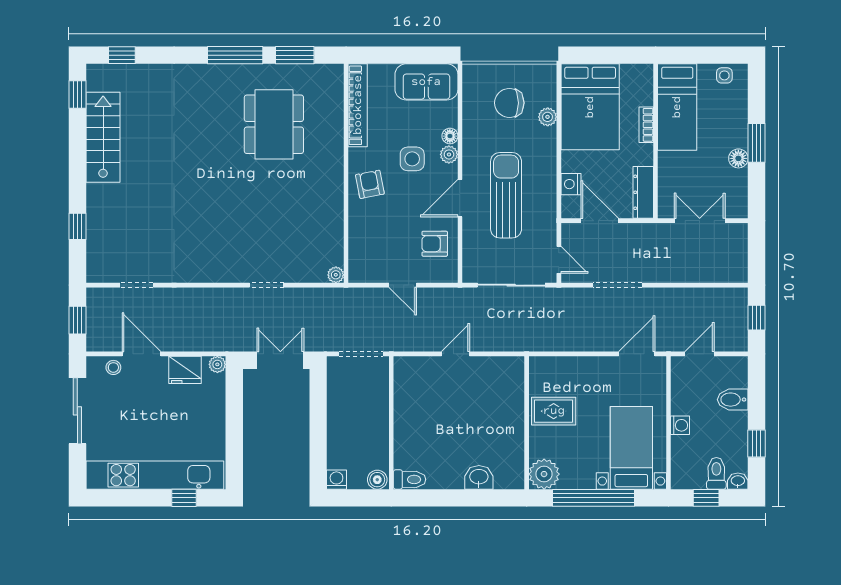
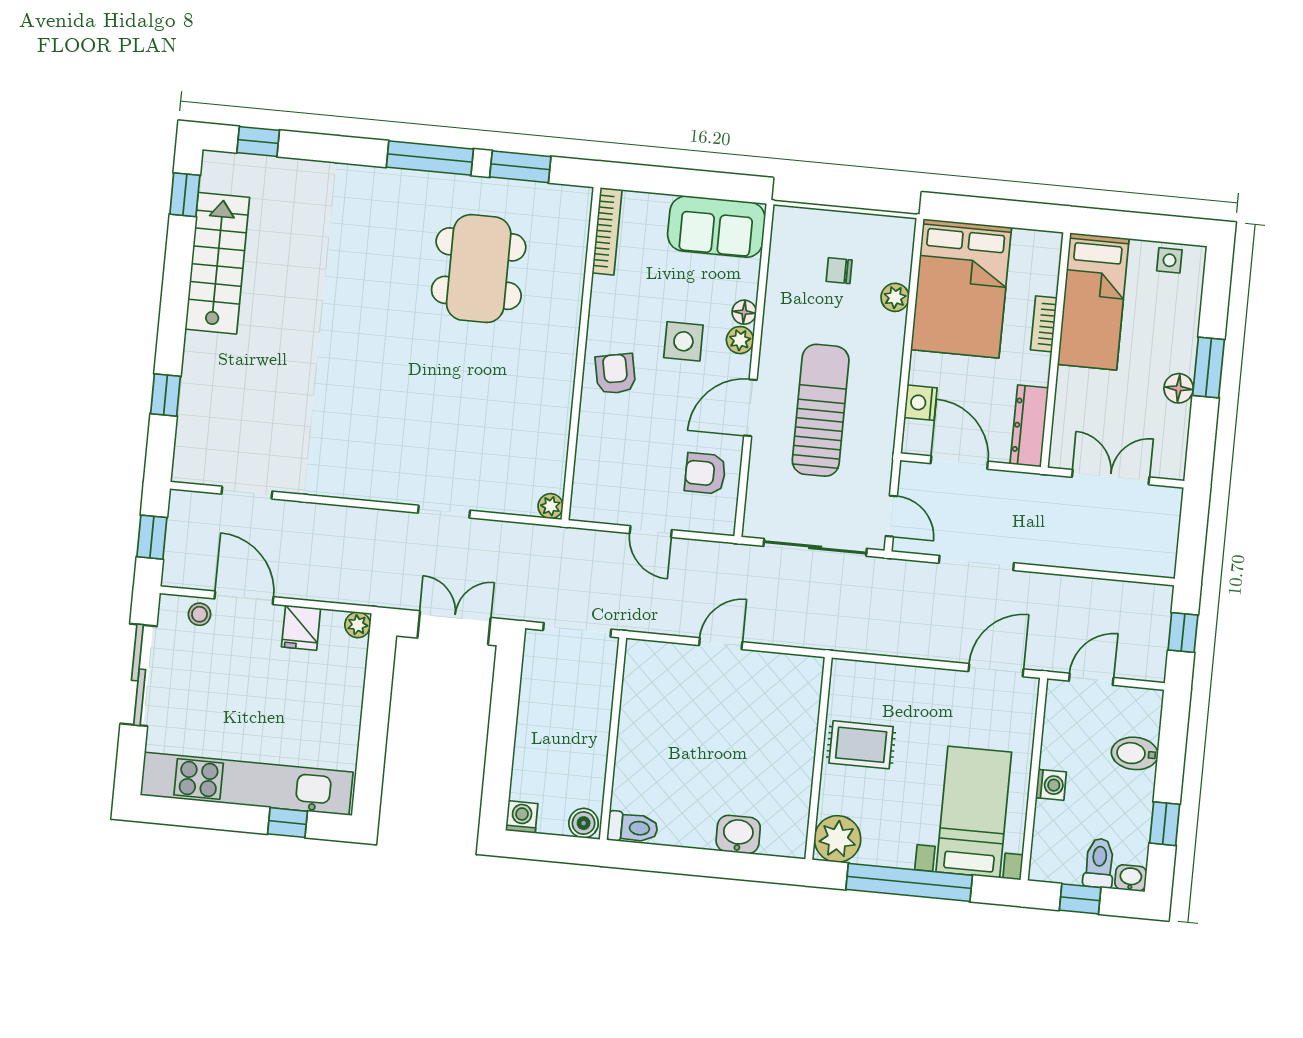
chair: (509, 103) -> (839, 271), width x0.54, depth x0.54
bookcase: (358, 105) -> (607, 231), width x0.68, depth x0.76
fridge: (185, 370) -> (301, 628), width x0.72

